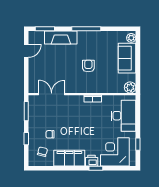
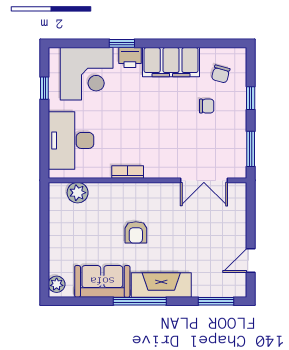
fireplace: (61, 37) -> (161, 285), moved
sofa: (127, 58) -> (102, 281), moved, turned -90
plant: (130, 87) -> (78, 193), moved

